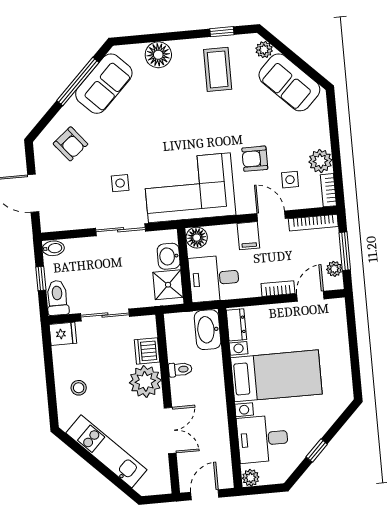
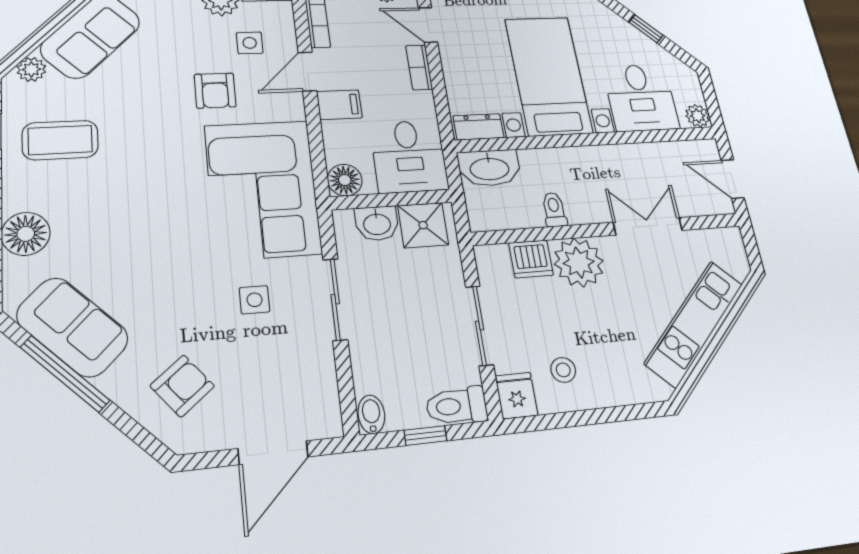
stool: (79, 388) -> (563, 370), moved

